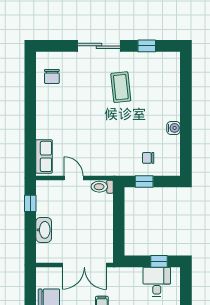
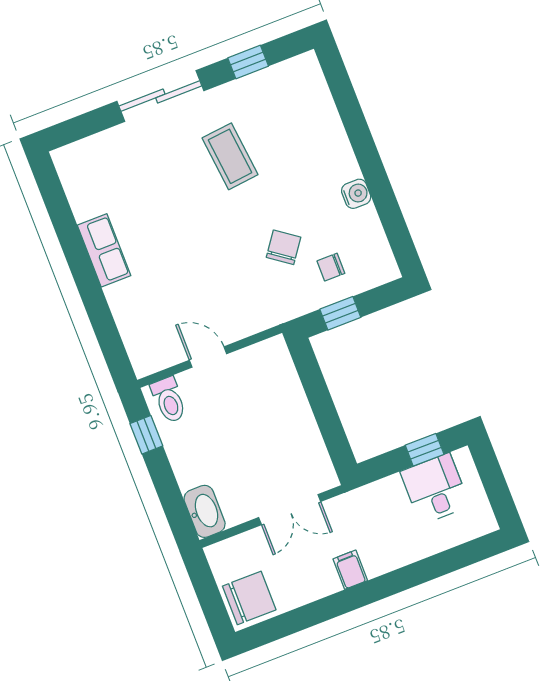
chair: (52, 77) -> (284, 247), moved, turned -144
row of seats: (44, 156) -> (104, 250), moved
toilet: (102, 187) -> (169, 400), moved, turned -90
washbasin: (44, 230) -> (205, 511), moved
double door: (84, 265) -> (290, 510), width x0.73

